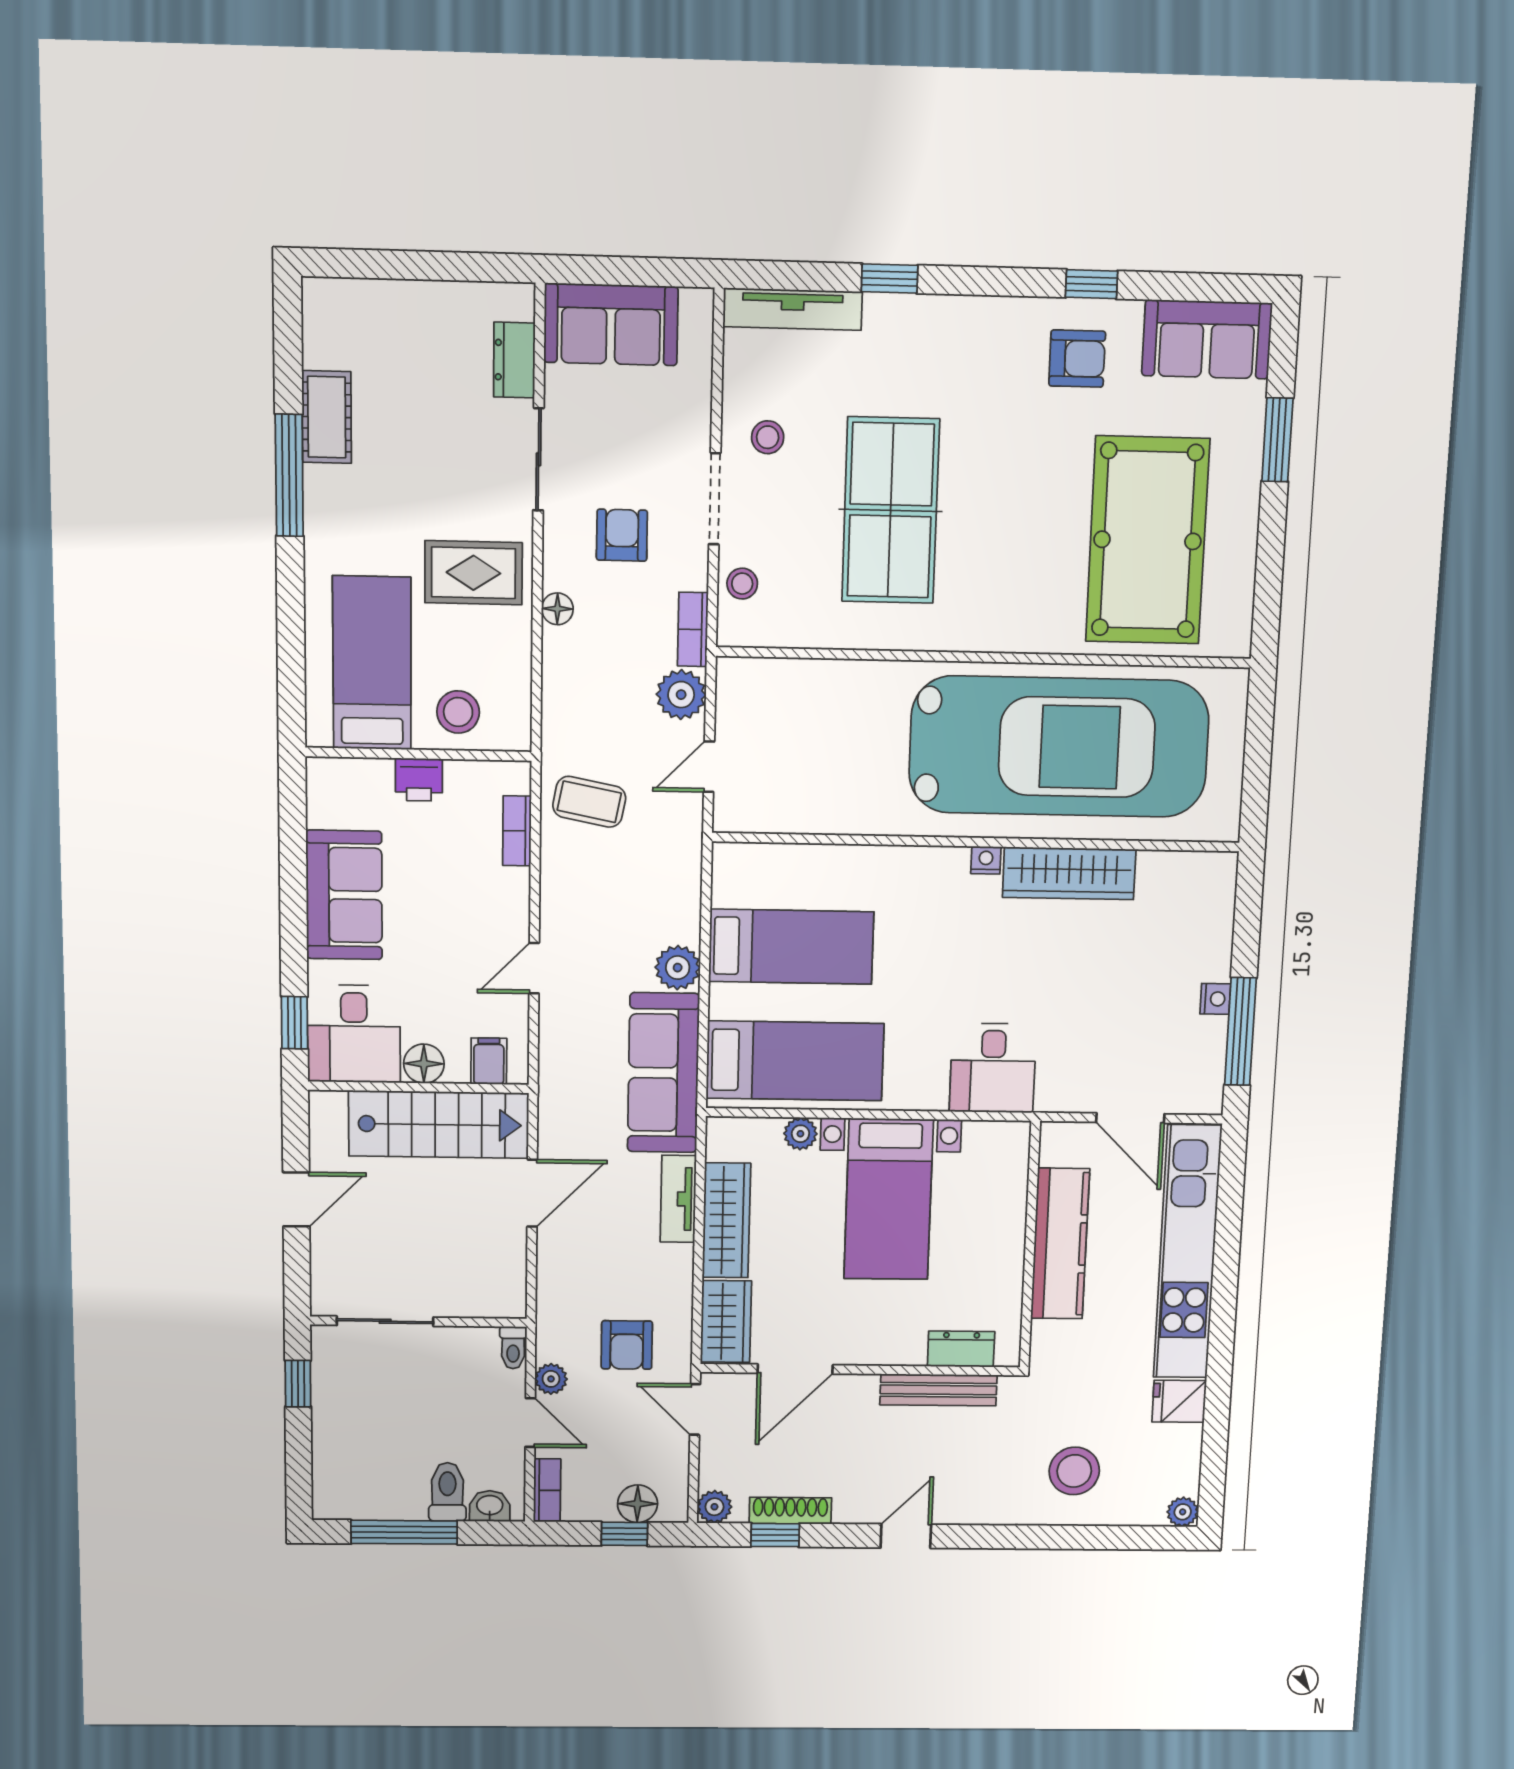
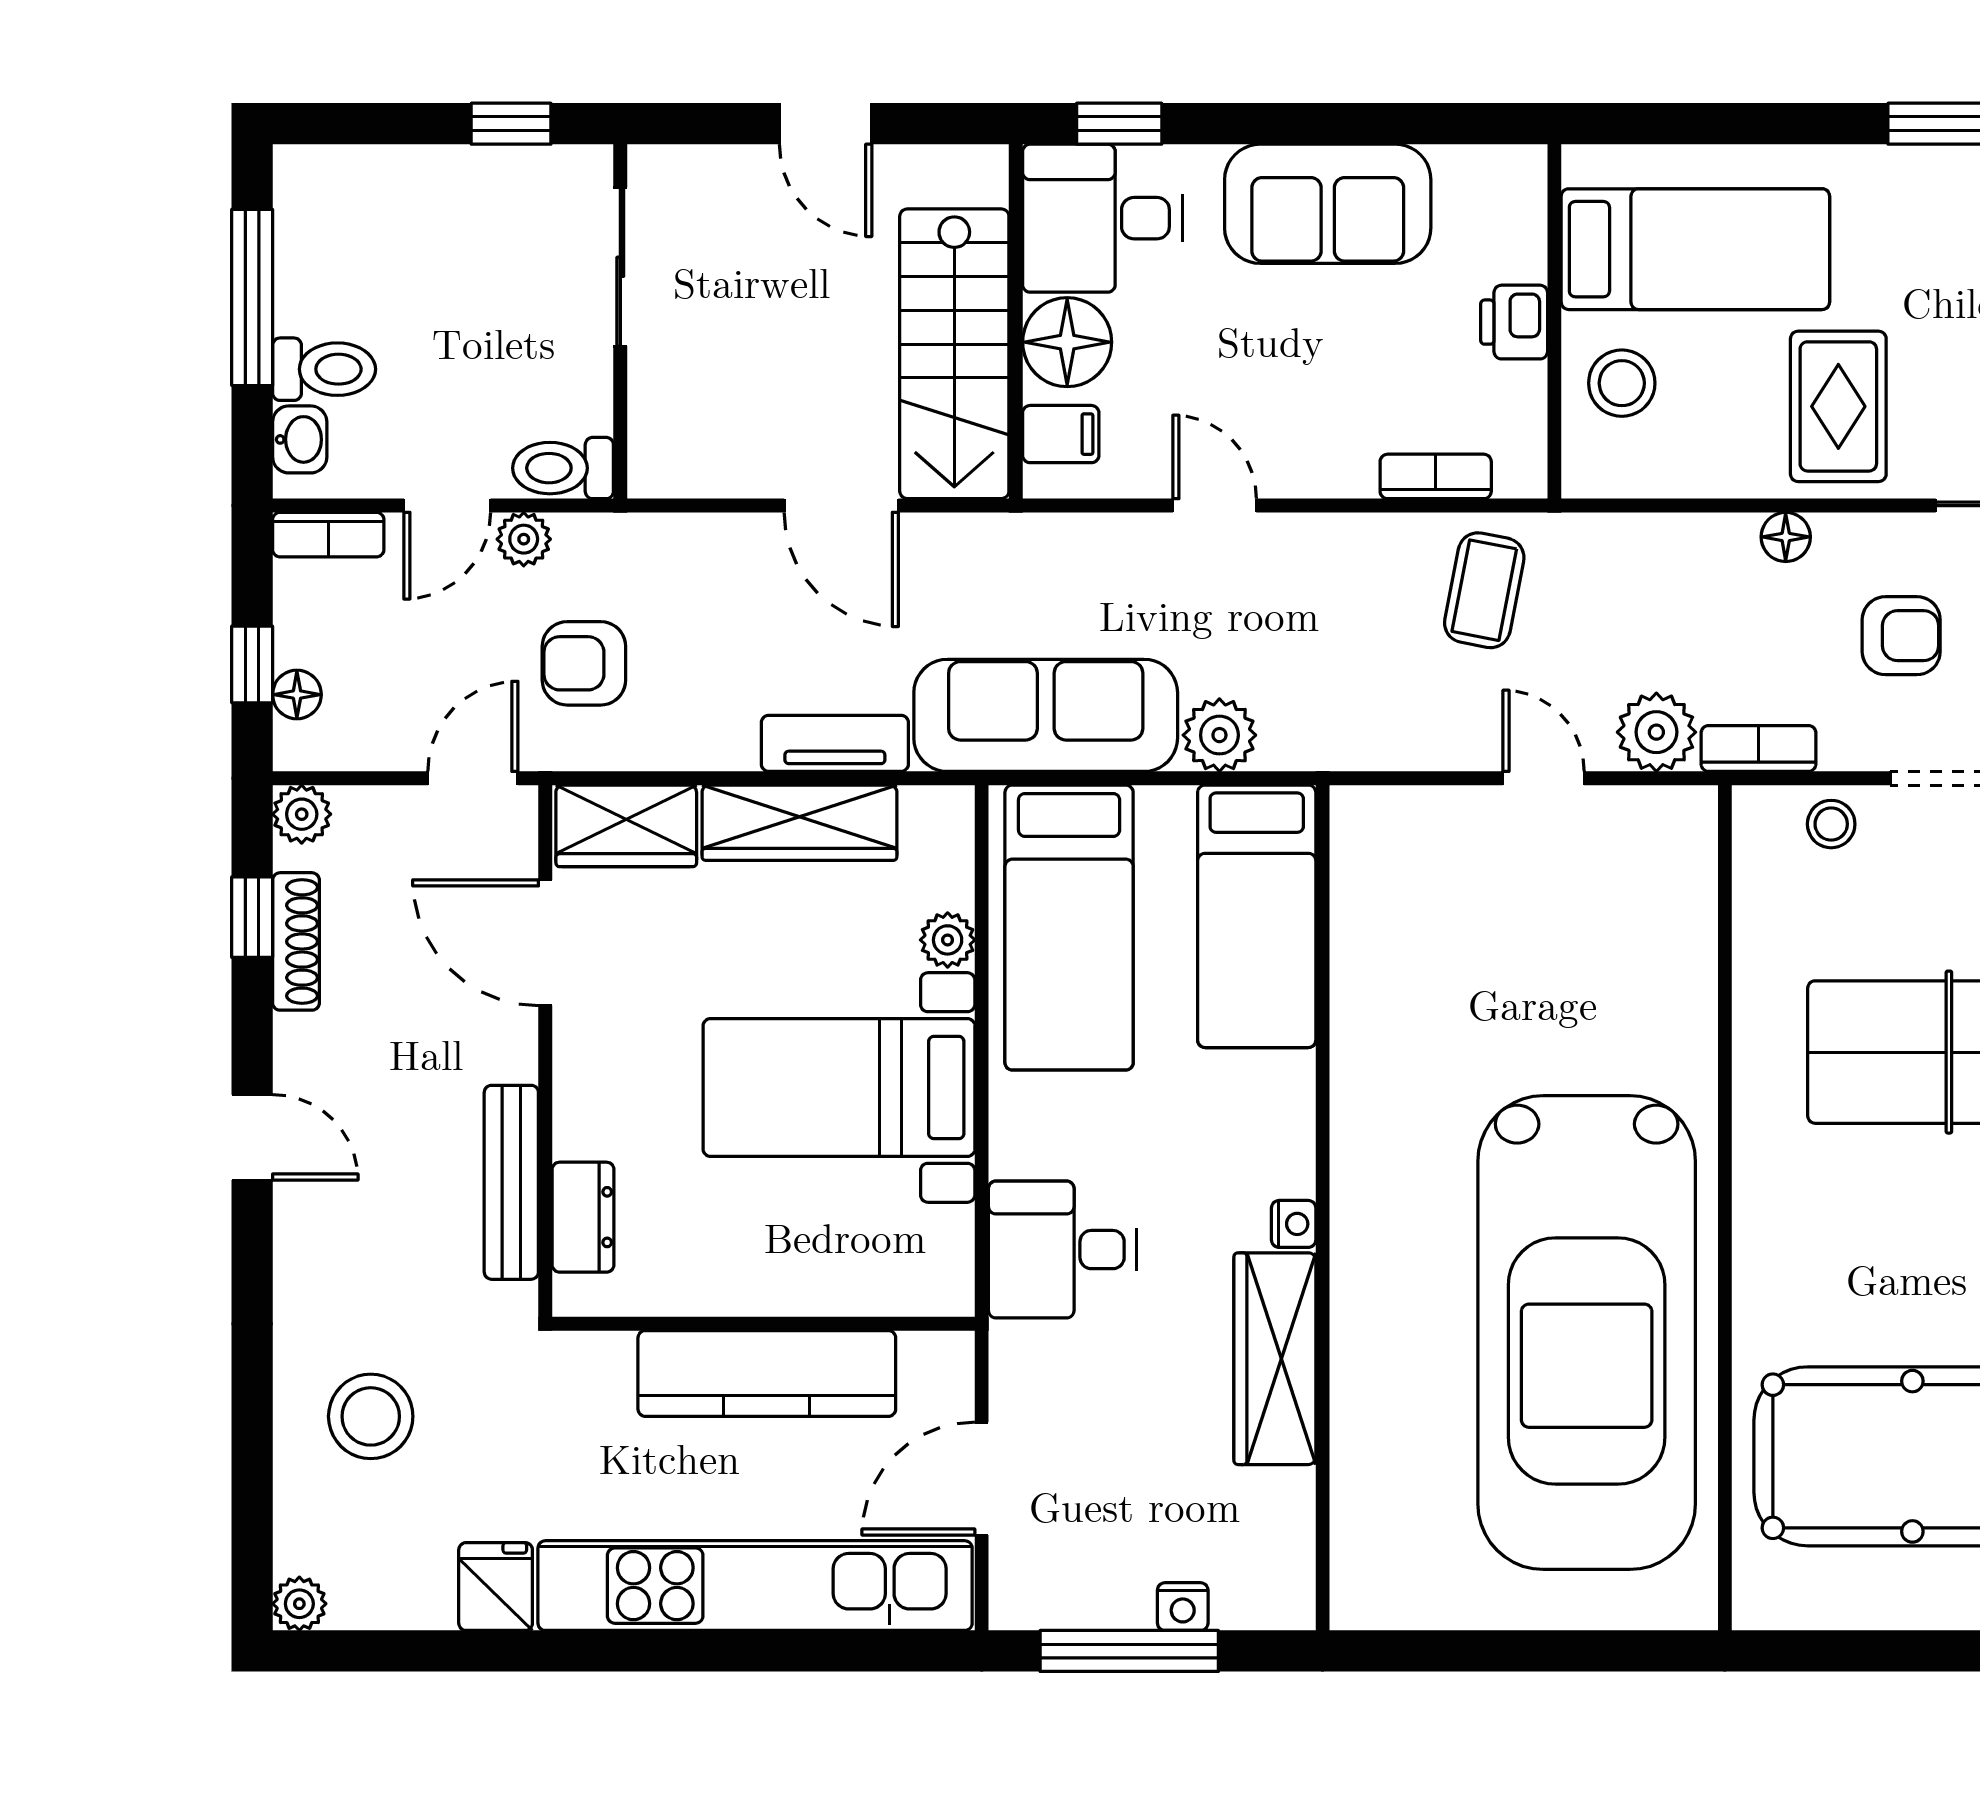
wall: (977, 842) -> (1323, 1208), moved
nightstand: (986, 860) -> (1294, 1224), moved
wardrobe: (1069, 873) -> (1275, 1359), moved
floor lamp: (424, 1064) -> (1067, 342), width x1.38, depth x1.38
toilet: (513, 1348) -> (563, 468), width x1.37, depth x1.39
floor lamp: (638, 1504) -> (297, 695), width x0.73, depth x0.73

